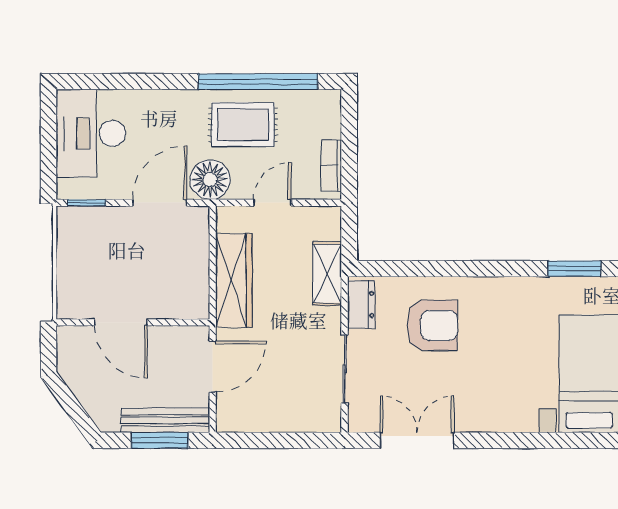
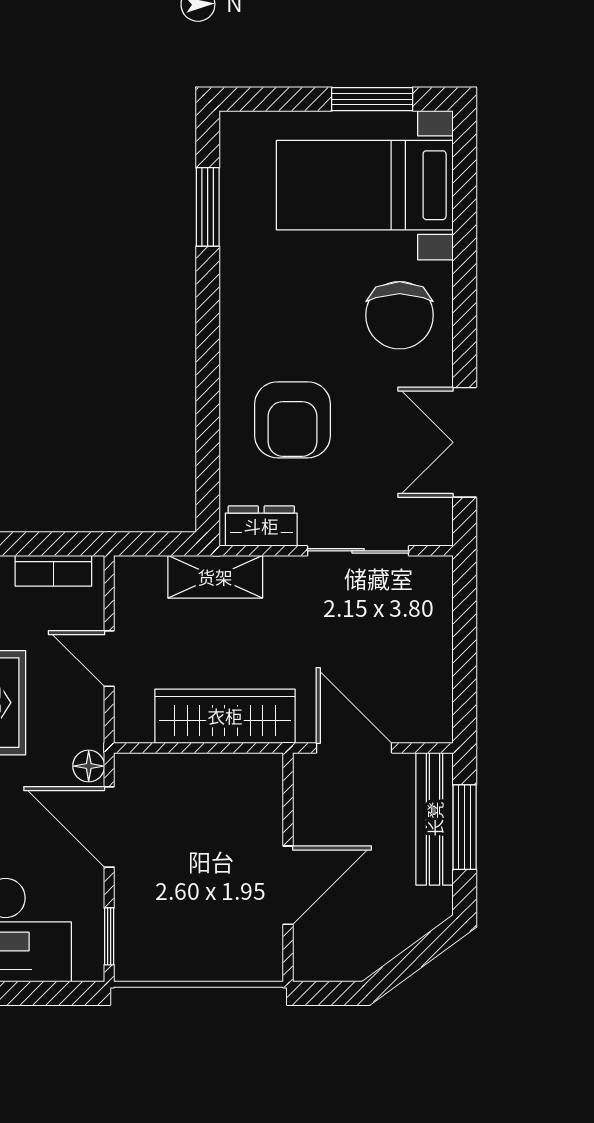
floor lamp: (210, 180) -> (89, 766), width x0.53, depth x0.53
armchair: (432, 325) -> (293, 420), turned 180
chair: (502, 397) -> (400, 315), added

